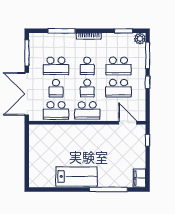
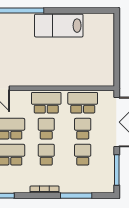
school desk: (56, 66) -> (83, 155), width x0.54

